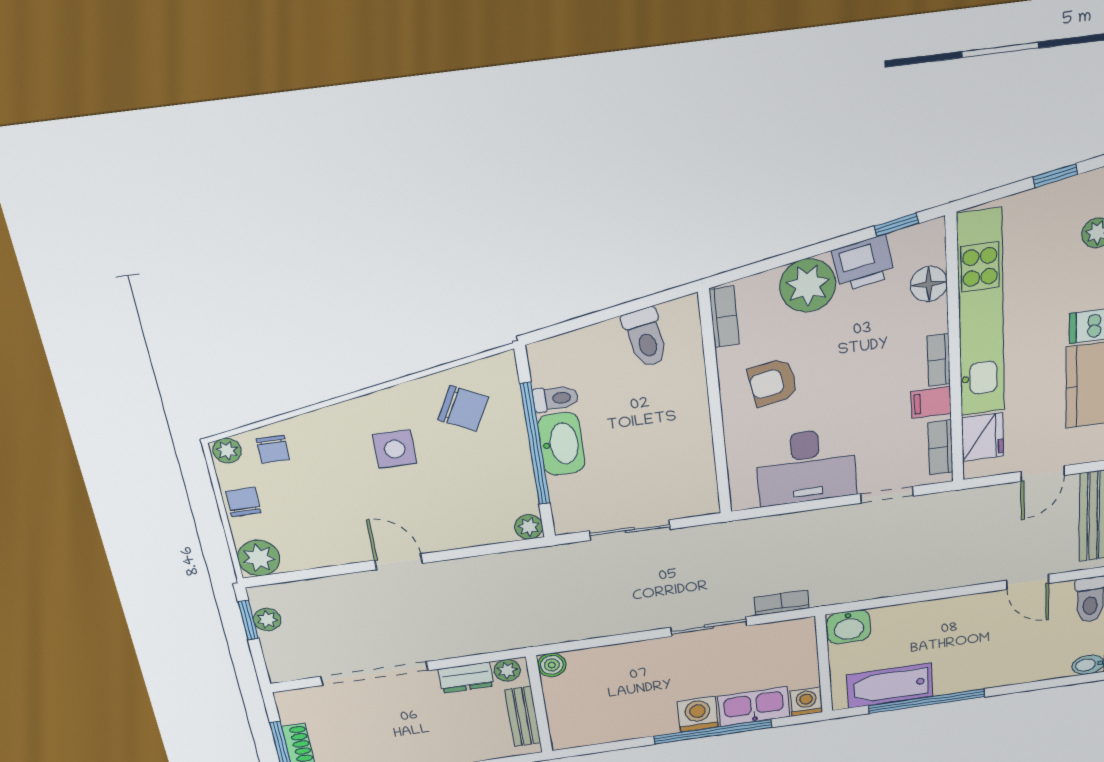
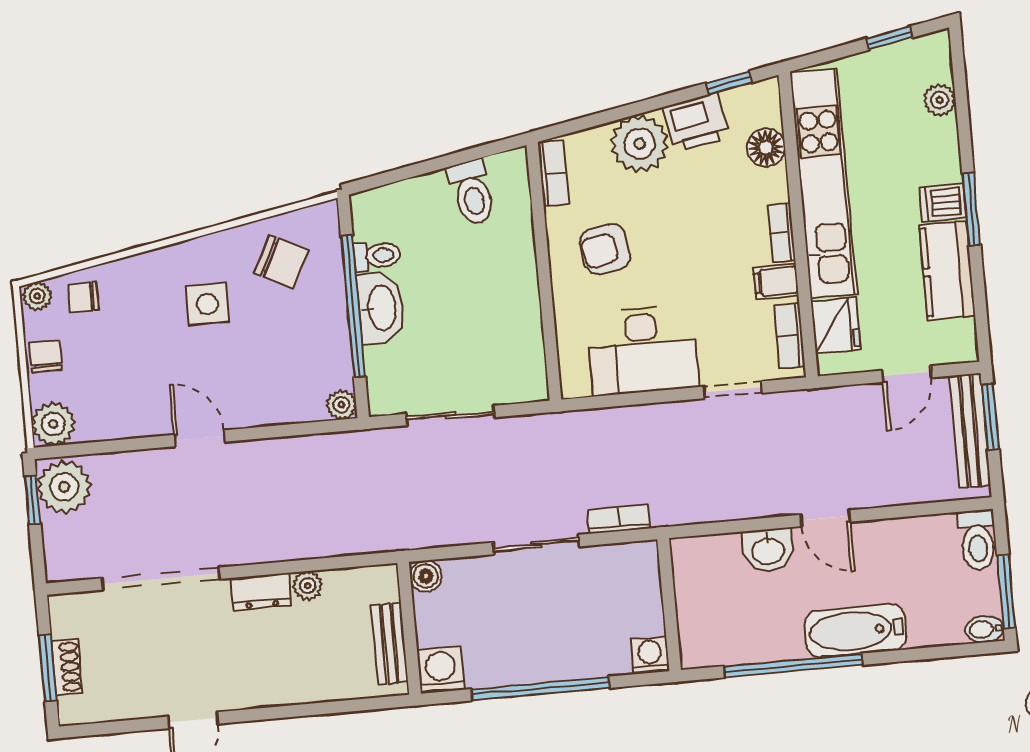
chair: (273, 449) -> (83, 297), turned 90
door: (1028, 582) -> (825, 518), moved
plant: (267, 620) -> (64, 487), width x1.88, depth x1.88
washbasin: (849, 627) -> (768, 550), moved
boiler: (552, 665) -> (426, 576), moved
bathtub: (890, 686) -> (856, 630), moved
wall: (539, 704) -> (409, 628), moved
kitchen sink: (754, 707) -> (588, 657), removed
washing machine: (698, 714) -> (441, 670), moved
bench: (523, 717) -> (389, 643), moved

